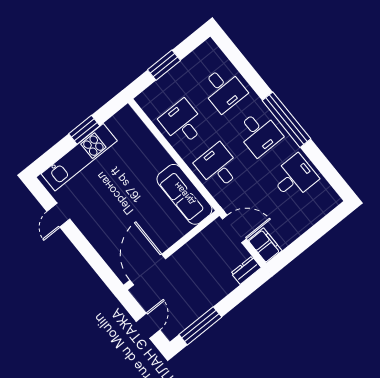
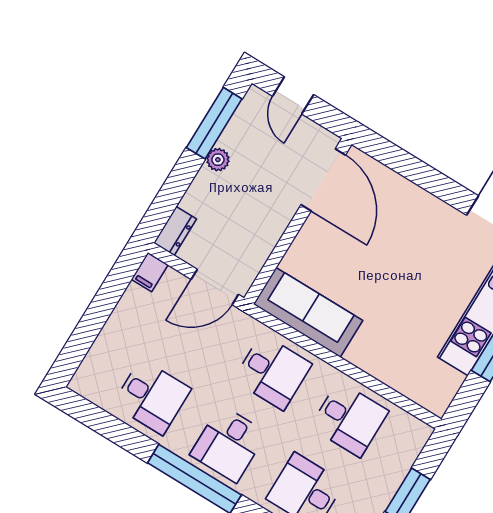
desk: (259, 133) -> (229, 444), turned -90
desk: (295, 177) -> (152, 397), turned -90
filing cabinet: (265, 245) -> (150, 272), width x0.50
plant: (206, 303) -> (218, 160), added

